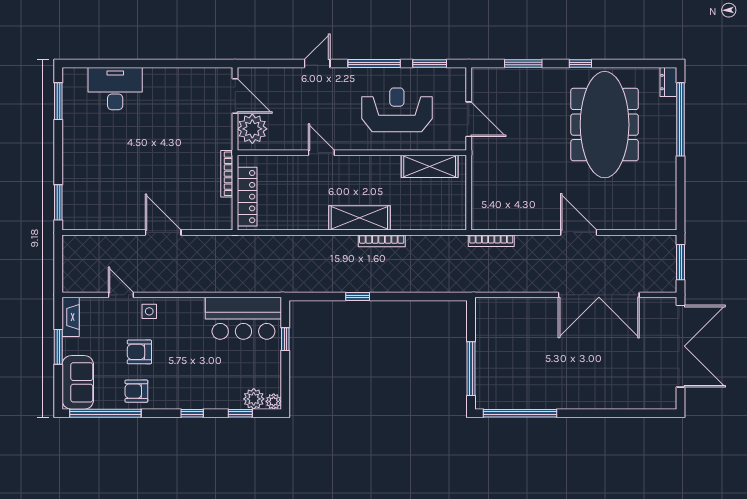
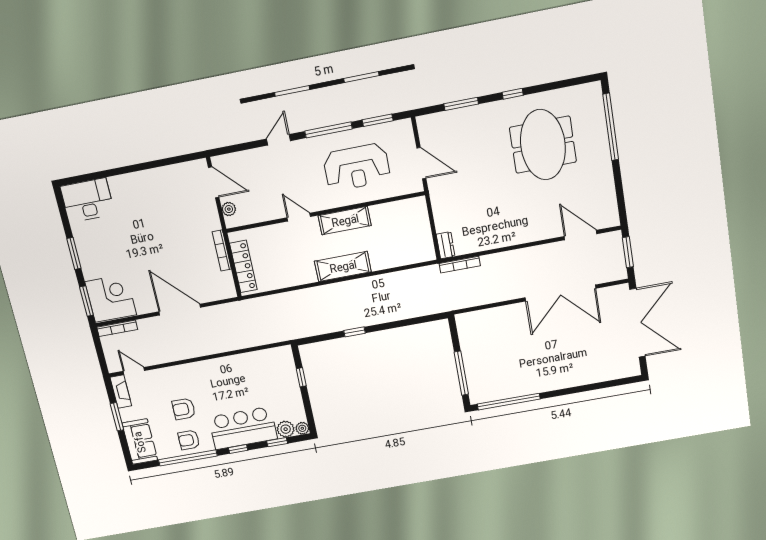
dresser: (668, 82) -> (446, 245), moved, turned 180
desk: (115, 89) -> (87, 200), moved
window: (58, 101) -> (74, 253), moved
reception desk: (397, 110) -> (357, 167), turned 180
meeting table: (605, 125) -> (543, 145), width x0.73
plant: (252, 129) -> (229, 209), width x0.53, depth x0.53
shelving: (430, 166) -> (345, 221), moved
corner desk: (87, 204) -> (111, 298), added
door: (163, 233) -> (180, 310), width x1.36
door: (579, 233) -> (580, 235), moved
bookcase: (382, 241) -> (117, 328), moved
door: (121, 295) -> (134, 371), moved
side table: (149, 311) -> (184, 375), removed
bar counter: (243, 318) -> (243, 428), moved, turned 180
window: (105, 413) -> (188, 458), moved

